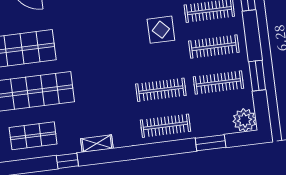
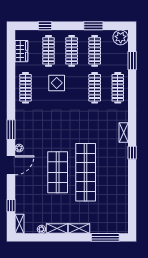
shop shelf: (33, 136) -> (113, 172), removed

